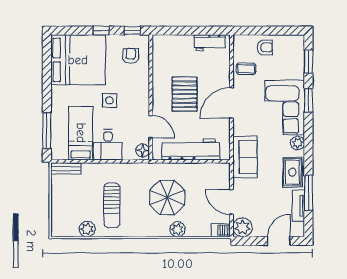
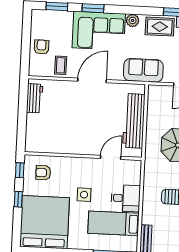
pallet: (185, 94) -> (82, 124), removed
door: (232, 103) -> (92, 80), swing flipped
floor lamp: (143, 150) -> (132, 166), removed

